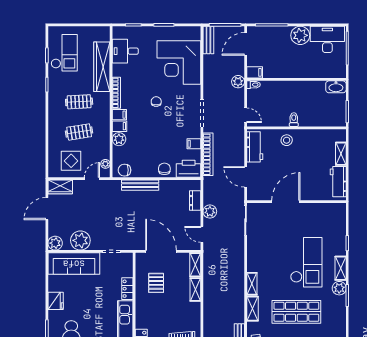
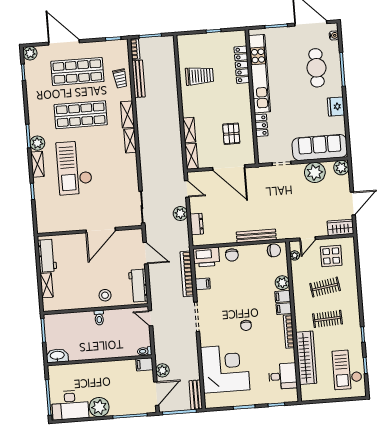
plant: (238, 82) -> (162, 370), moved

